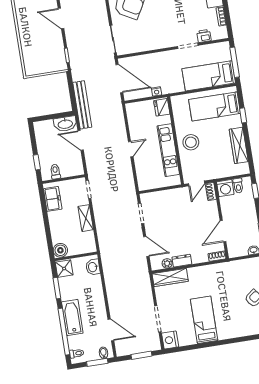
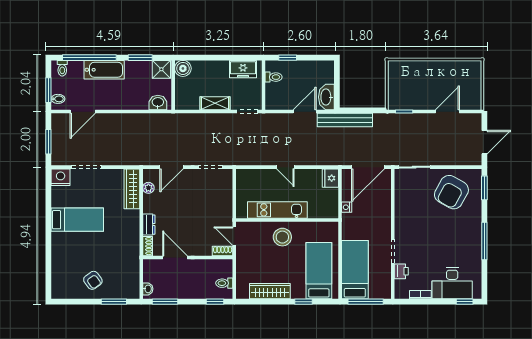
fridge: (162, 107) -> (330, 178), moved, turned -90
washing machine: (225, 188) -> (224, 268), removed
dresser: (182, 261) -> (149, 225), moved

